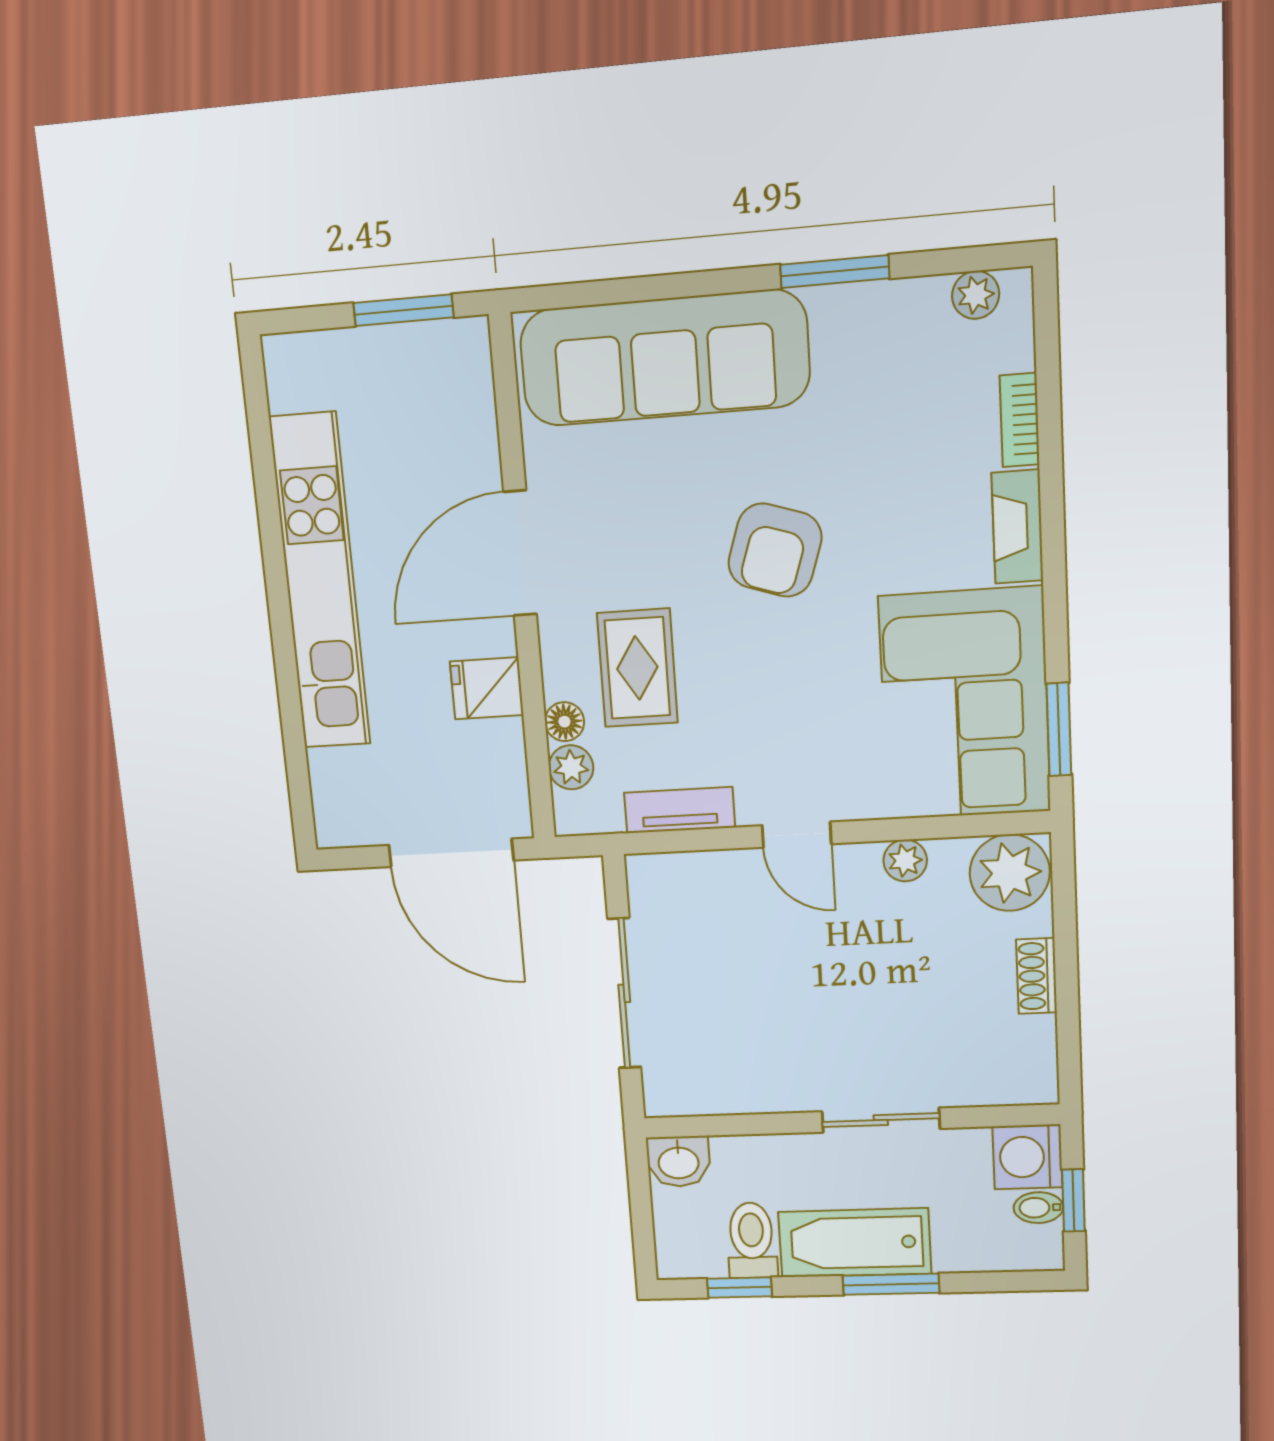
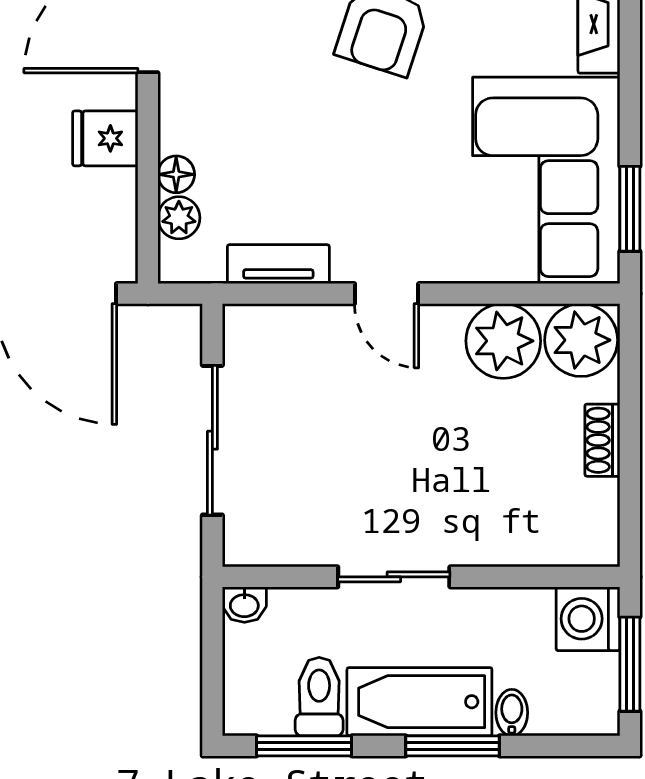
rug: (637, 668) -> (249, 128), removed
plant: (905, 861) -> (503, 341), width x1.87, depth x1.87
sliding door: (881, 1120) -> (394, 577), moved
washbasin: (678, 1162) -> (244, 605), width x0.72, depth x0.69
window: (1073, 1200) -> (630, 664), width x1.50
bidet: (1038, 1208) -> (512, 713), moved, turned 90
window: (740, 1288) -> (304, 746), width x1.50

